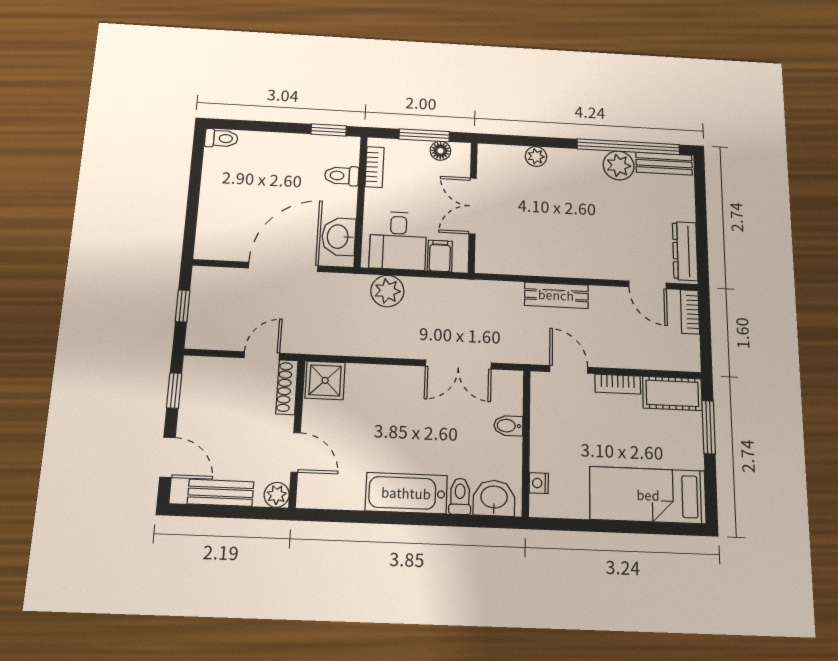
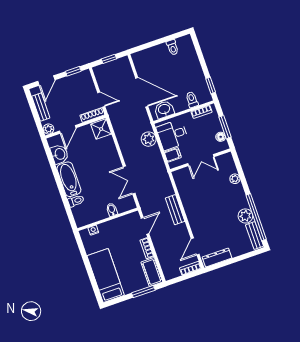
toilet: (221, 138) -> (173, 47), moved
double door: (473, 206) -> (201, 160), swing flipped
washbasin: (494, 498) -> (60, 154), moved

